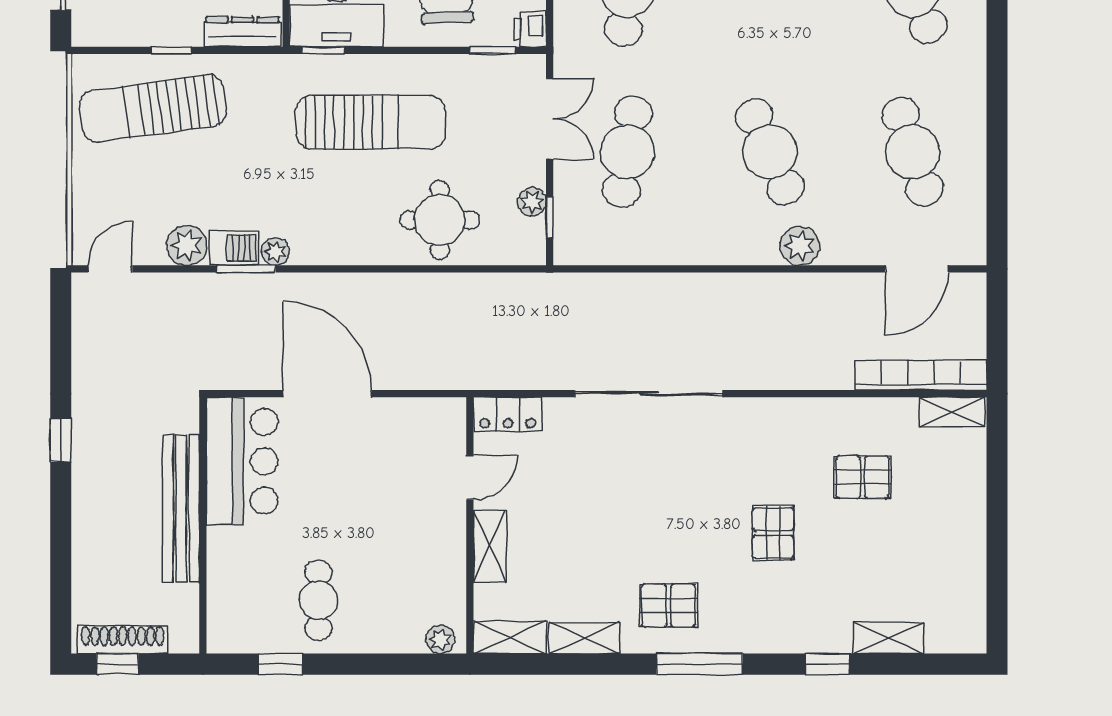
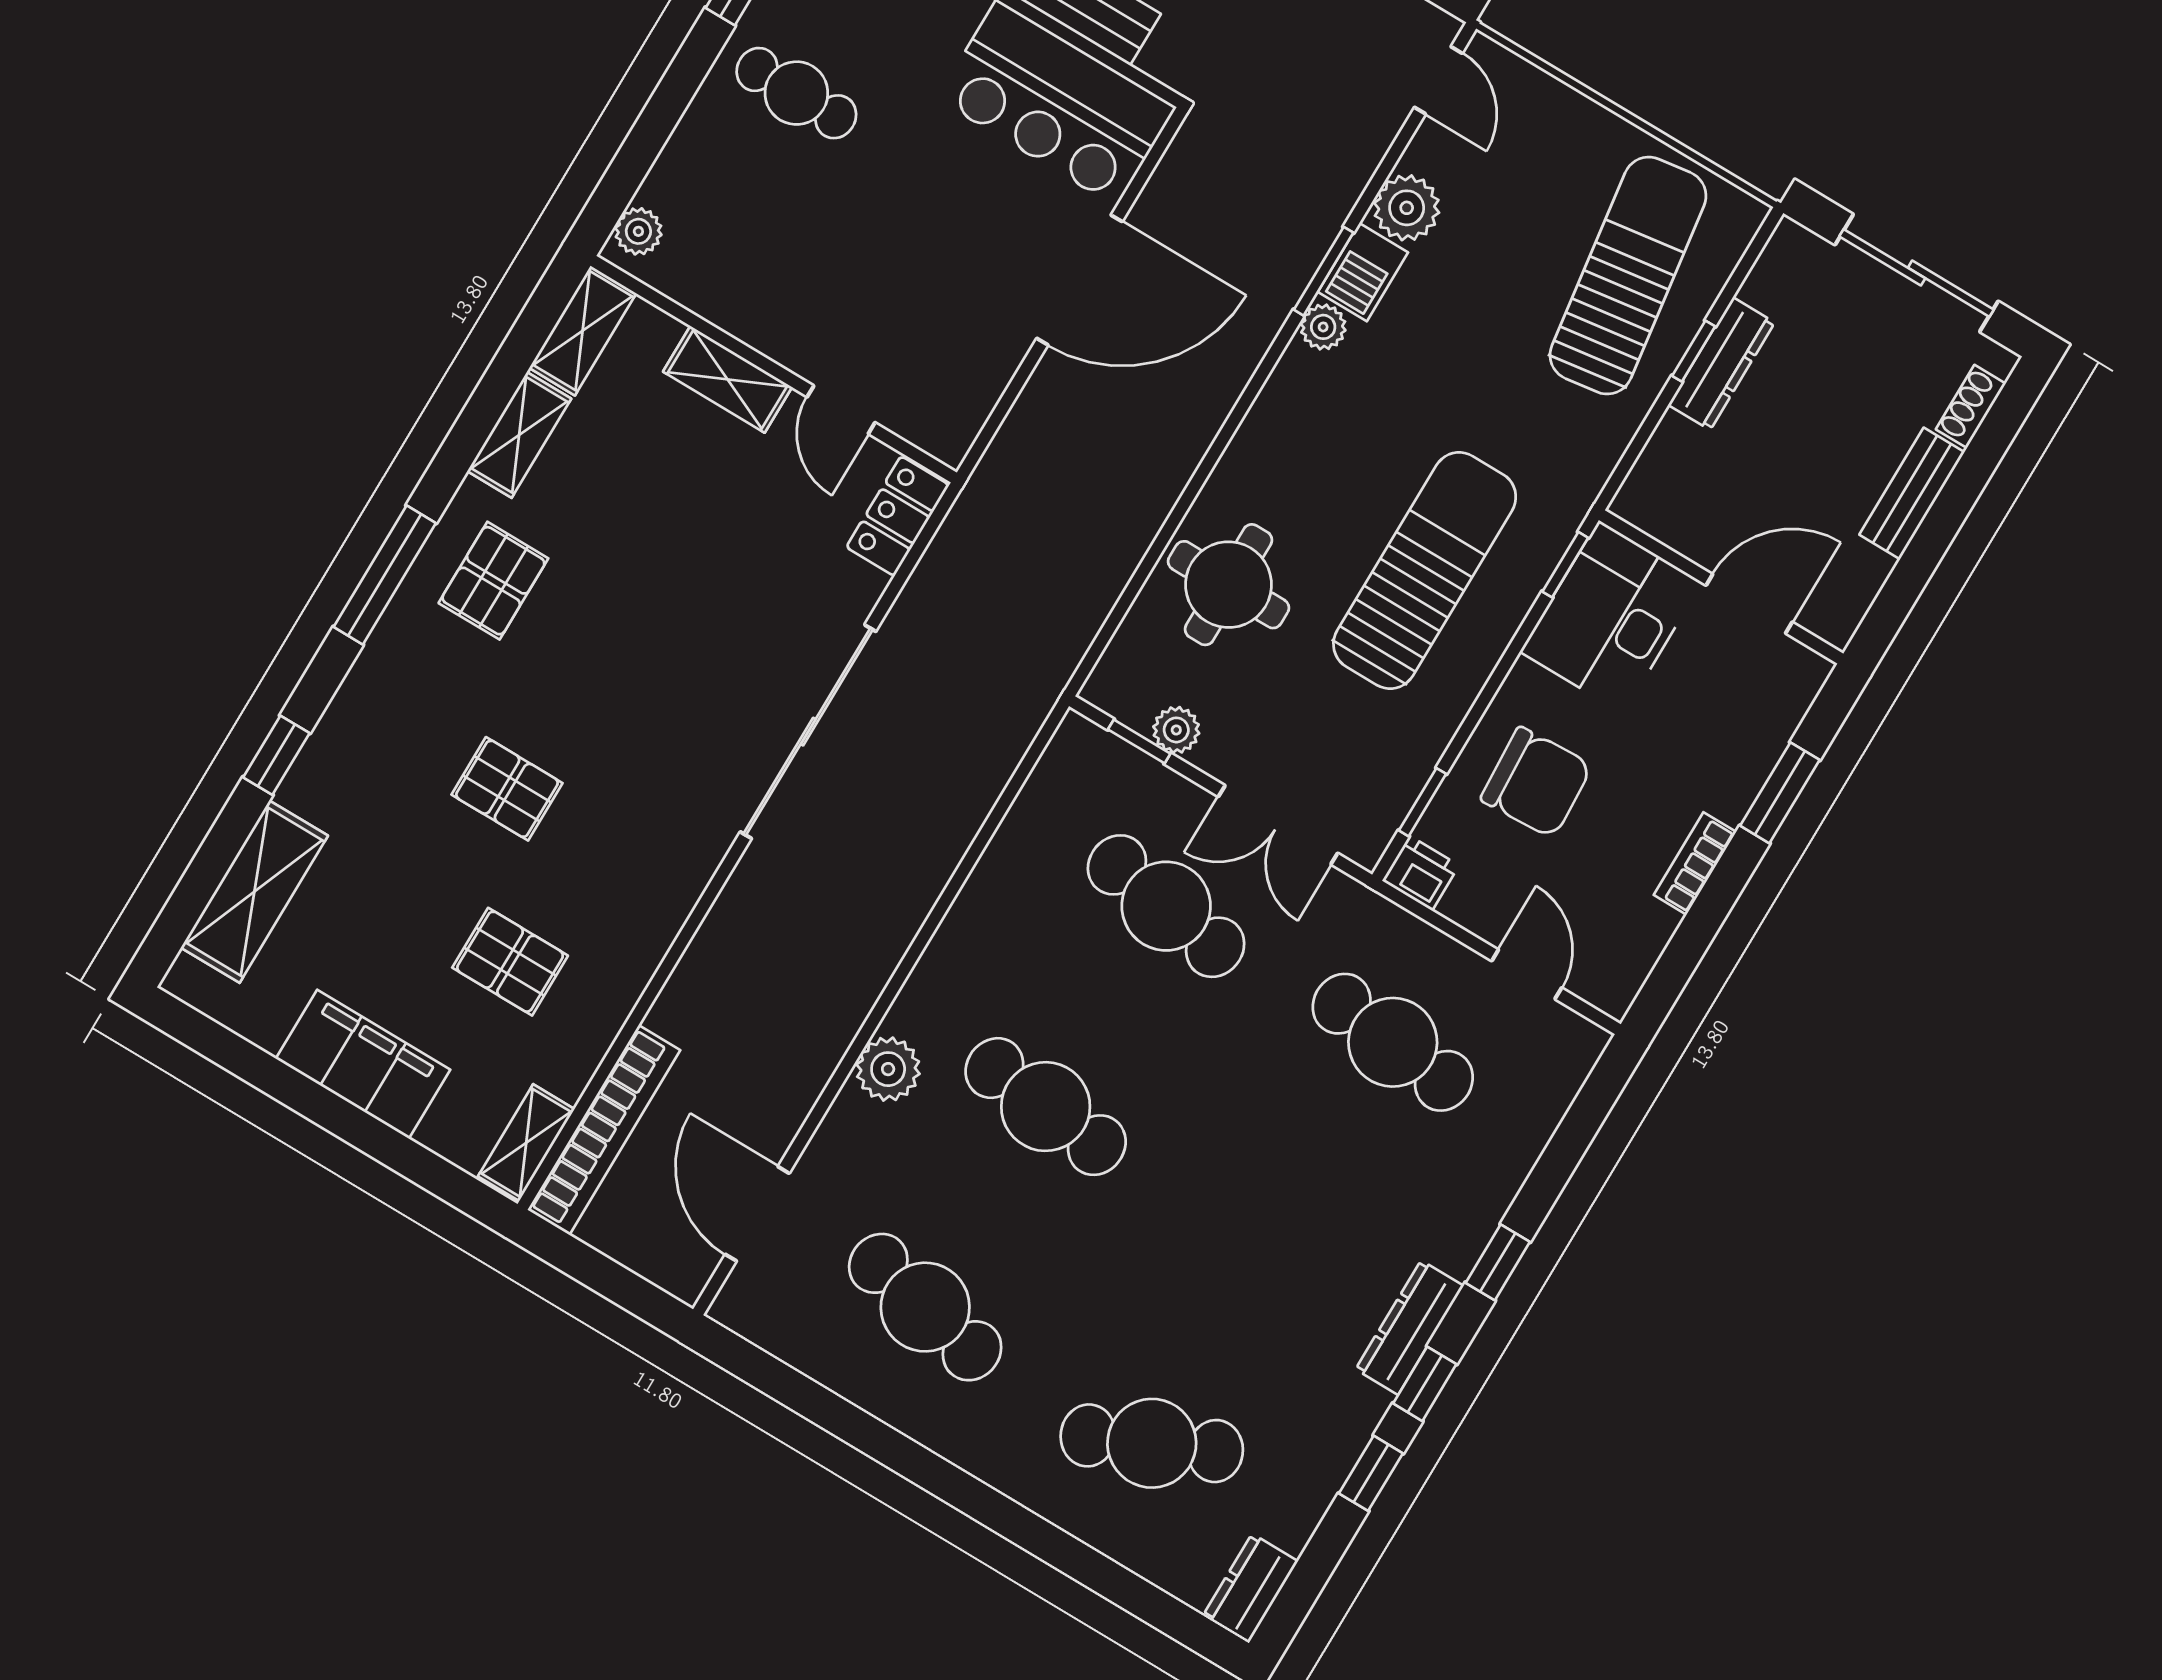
dresser: (243, 32) -> (1721, 364), moved
sun lounger: (371, 122) -> (1425, 570), turned 180
cafe table: (770, 152) -> (1046, 1107), turned 30
cafe table: (913, 152) -> (925, 1307), turned 30
pallet: (862, 477) -> (510, 962), turned 90
filing cabinet: (962, 522) -> (363, 1064), added
shelving: (889, 638) -> (254, 892), width x1.50, depth x1.33

